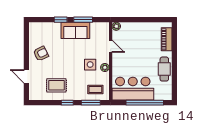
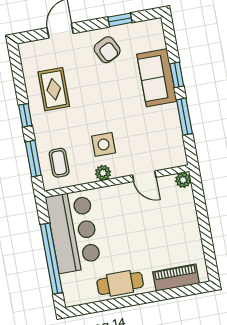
sofa: (75, 30) -> (157, 78), moved
window: (26, 44) -> (120, 20), added
door: (111, 46) -> (144, 176), hinge flipped

